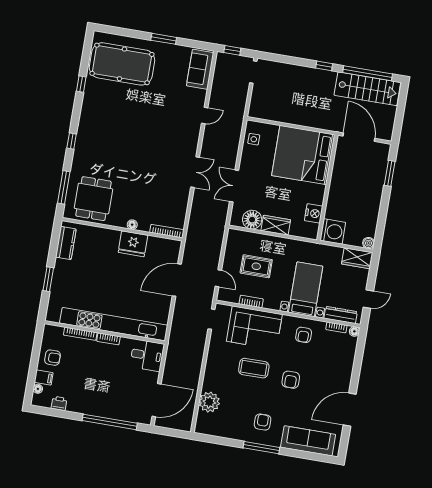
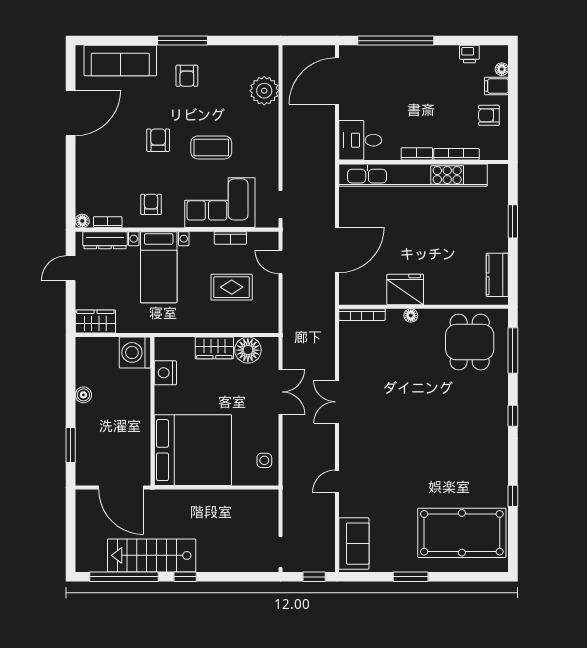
stairs: (367, 89) -> (152, 555), moved
boiler: (369, 243) -> (83, 395), moved

